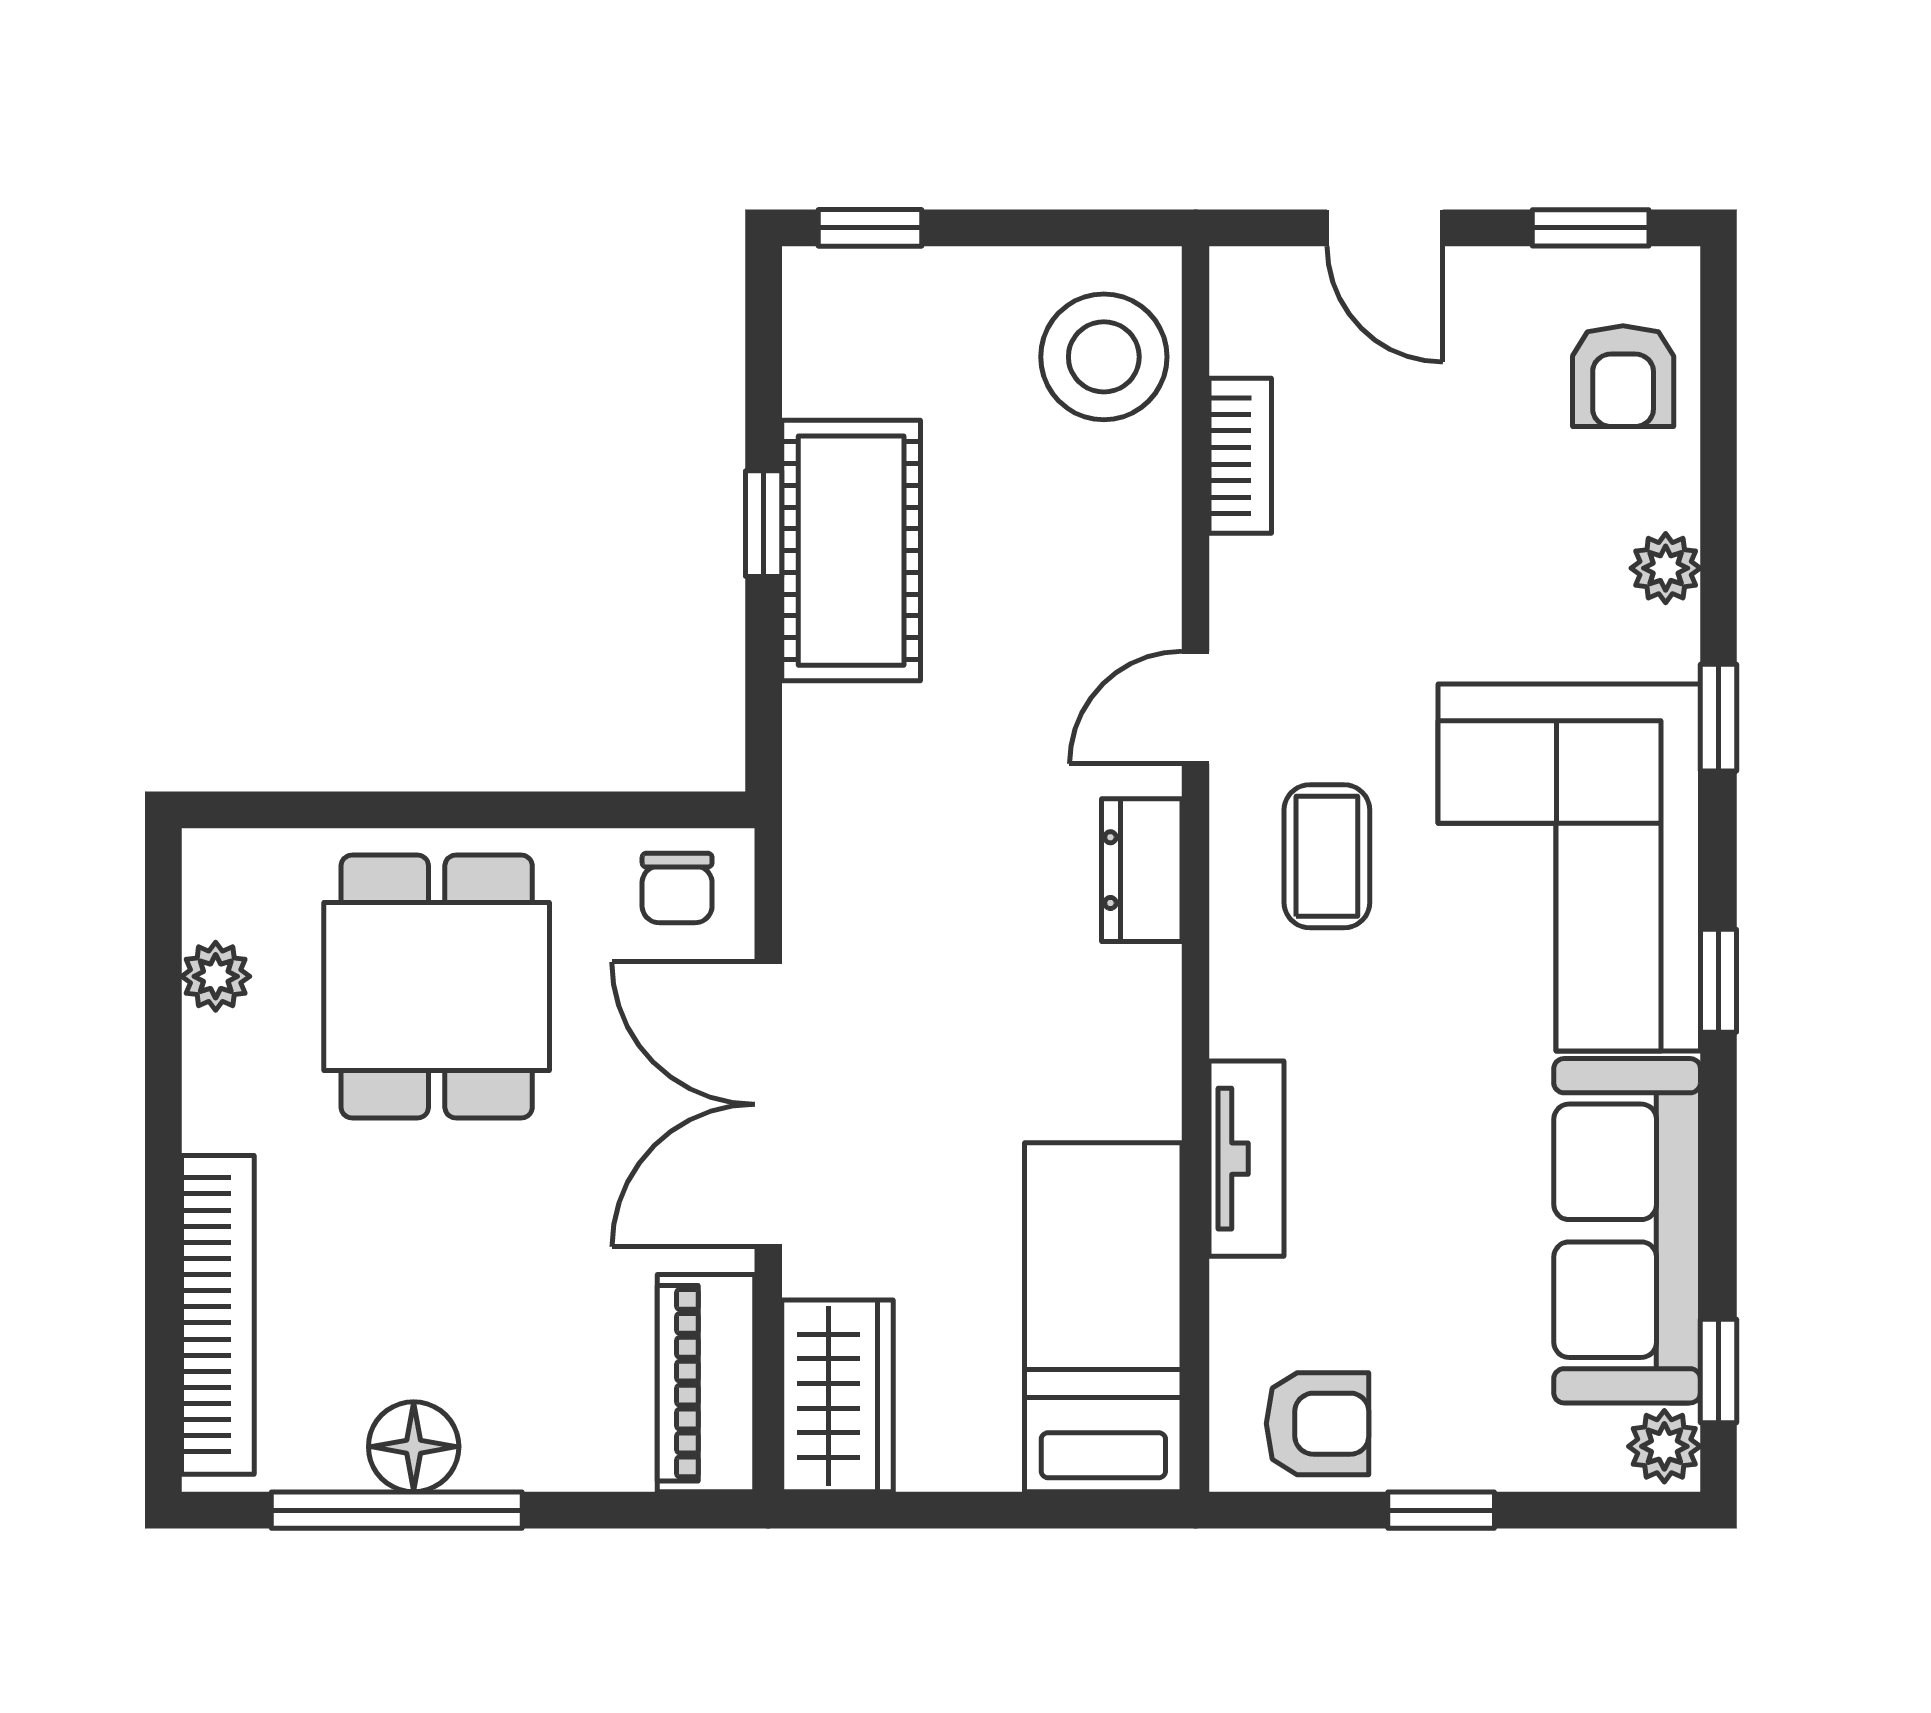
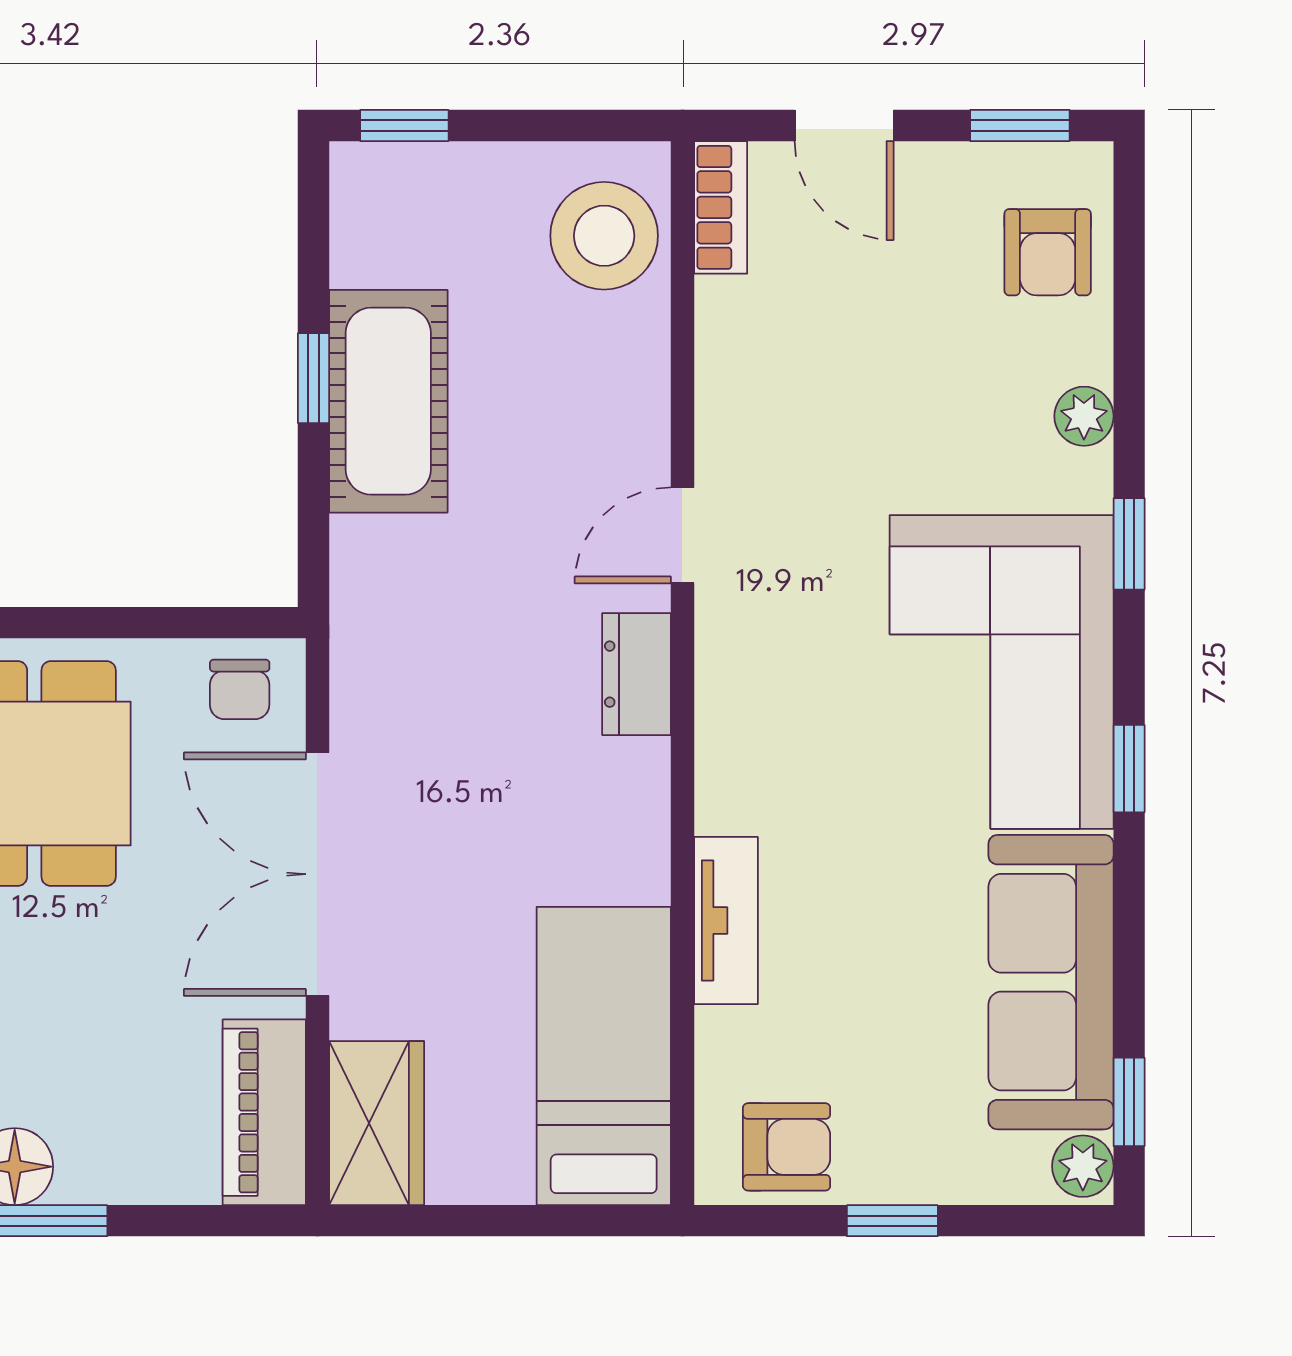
bookcase: (1240, 456) -> (721, 207), moved
coffee table: (1327, 856) -> (795, 662), removed

